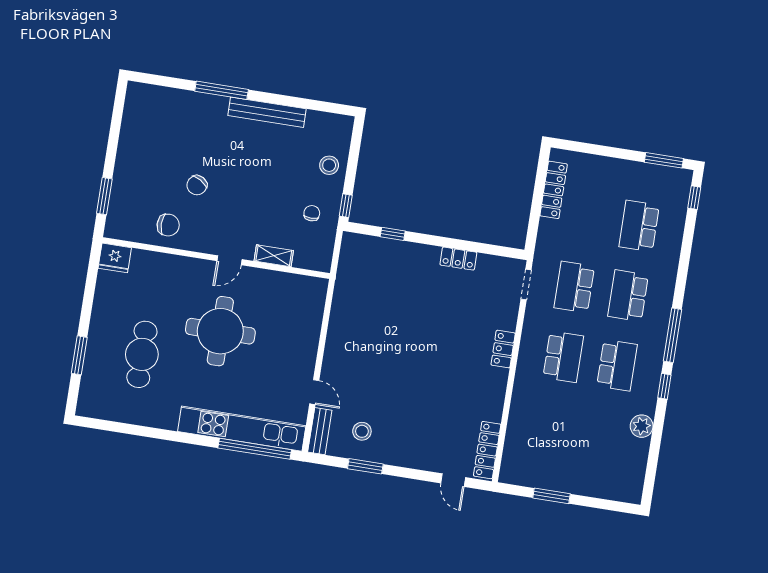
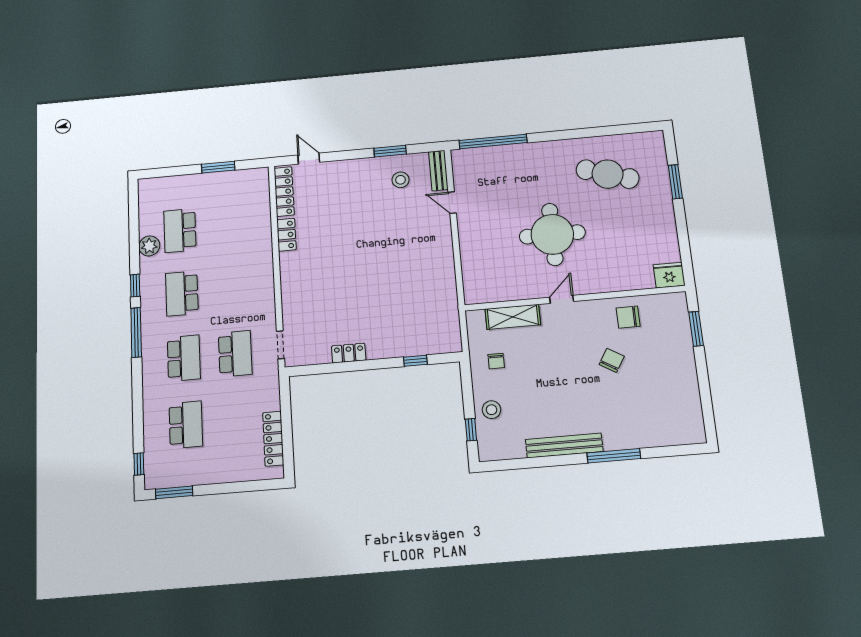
window: (346, 206) -> (471, 430), moved
shelving: (274, 256) -> (513, 317), width x1.50, depth x1.33
locker: (503, 349) -> (286, 235), moved
cafe table: (142, 354) -> (608, 174), moved, turned -72
school desk: (563, 357) -> (180, 230), moved
kitchen unit: (242, 429) -> (509, 156), removed

